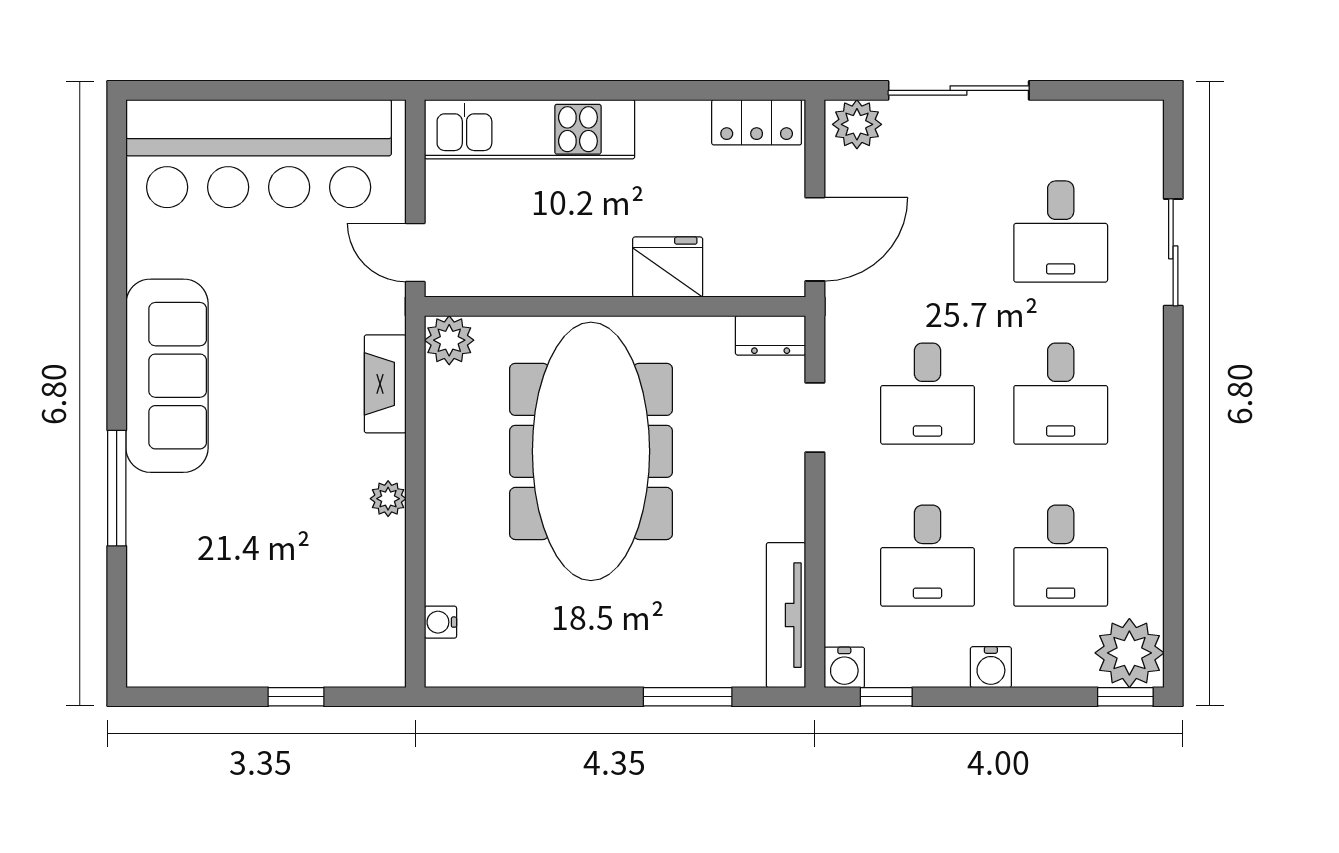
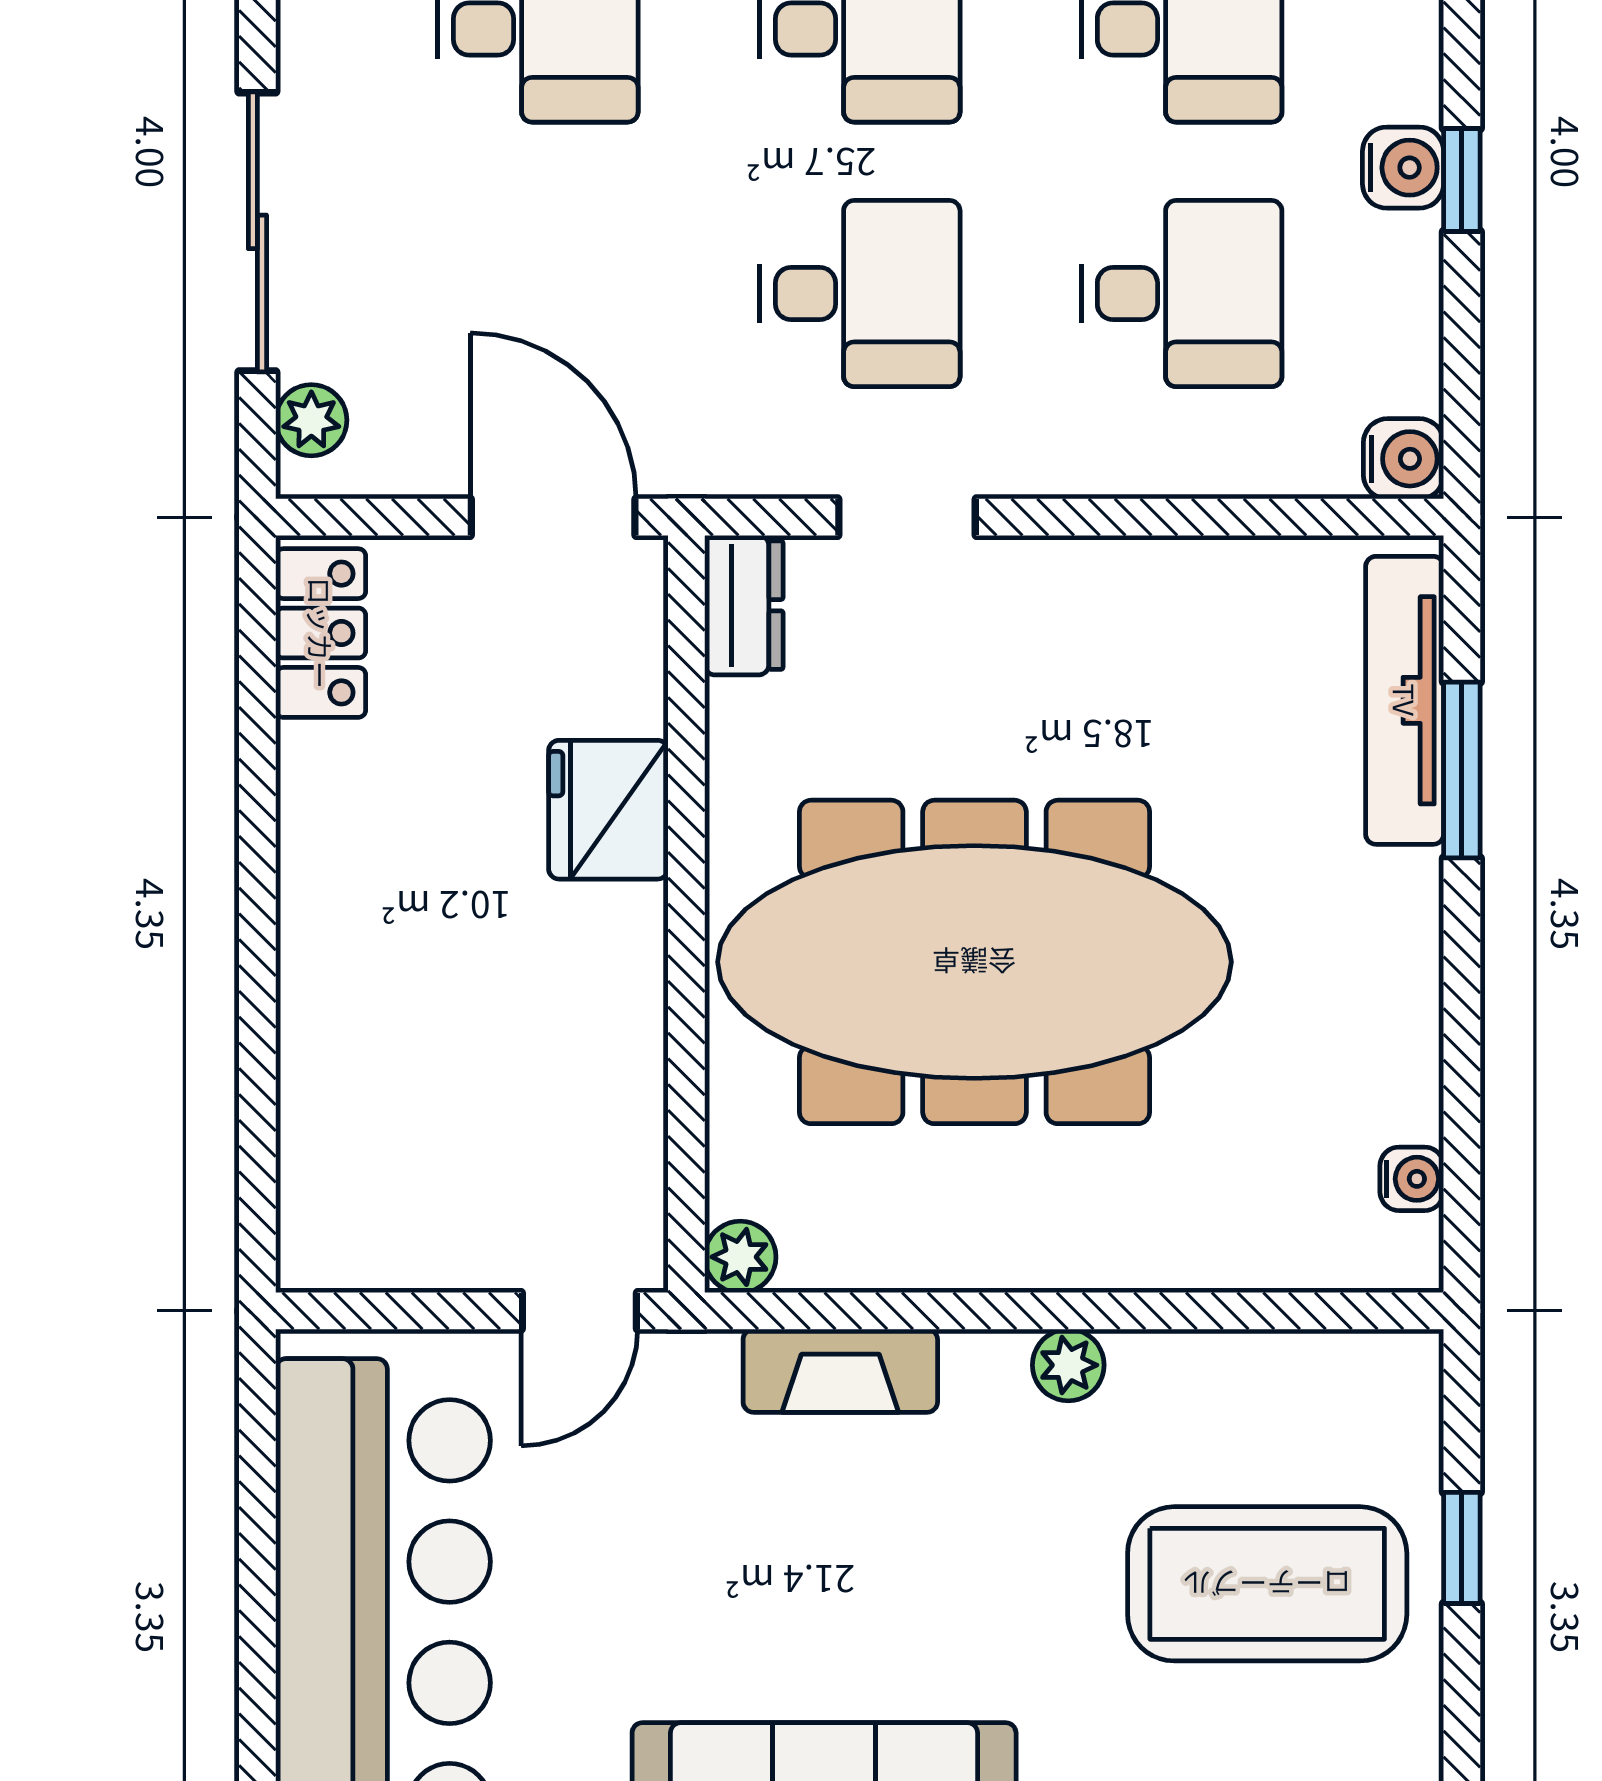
plant: (857, 124) -> (311, 420), width x0.73, depth x0.73
kitchen unit: (530, 129) -> (335, 1084), removed
plant: (449, 340) -> (740, 1257), width x0.73, depth x0.73
coffee table: (278, 599) -> (1267, 1584), added
tv unit: (786, 615) -> (1405, 700), moved, turned 90
water cooler: (441, 622) -> (1412, 1179), moved, turned -90
window: (886, 697) -> (1462, 180), moved

